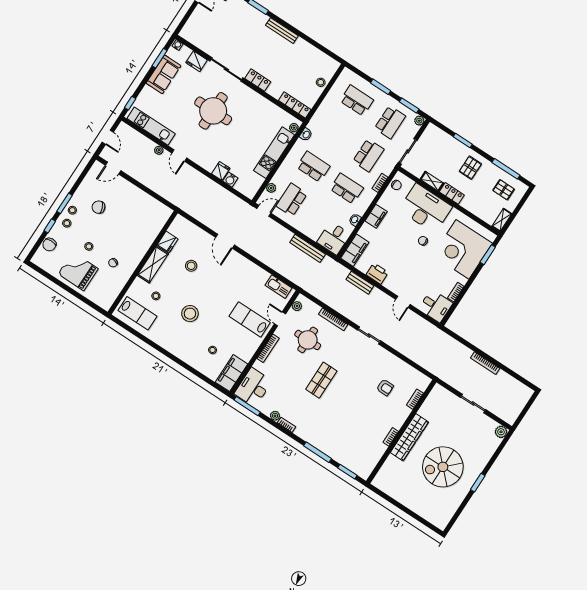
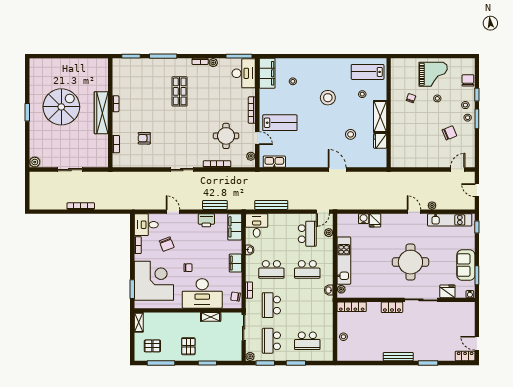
locker: (452, 193) -> (190, 318), removed
chair: (428, 276) -> (167, 244), added
shop shelf: (321, 380) -> (180, 91), moved

